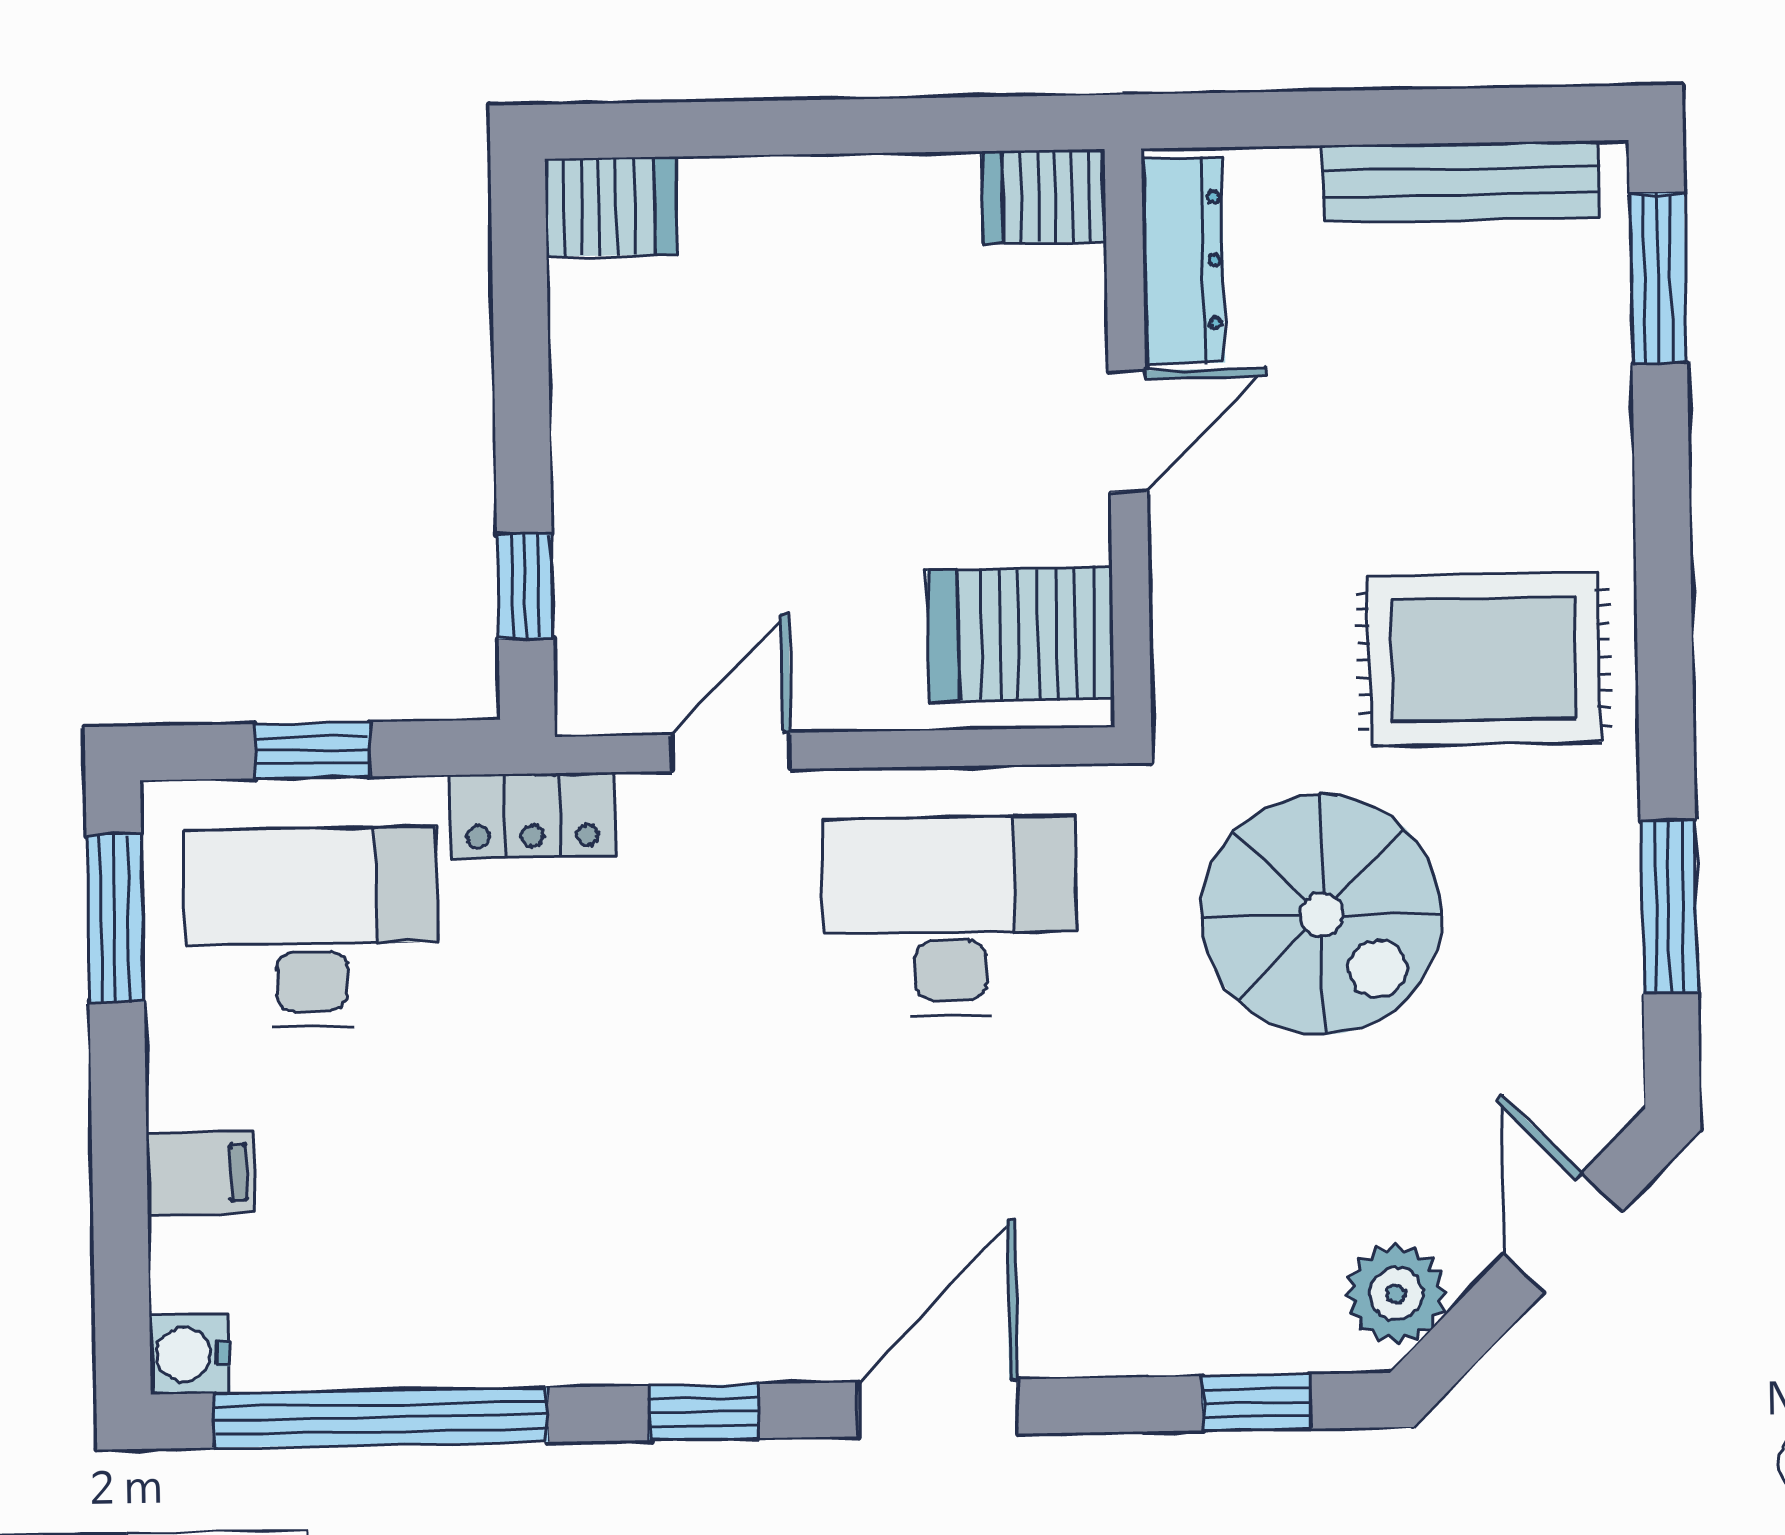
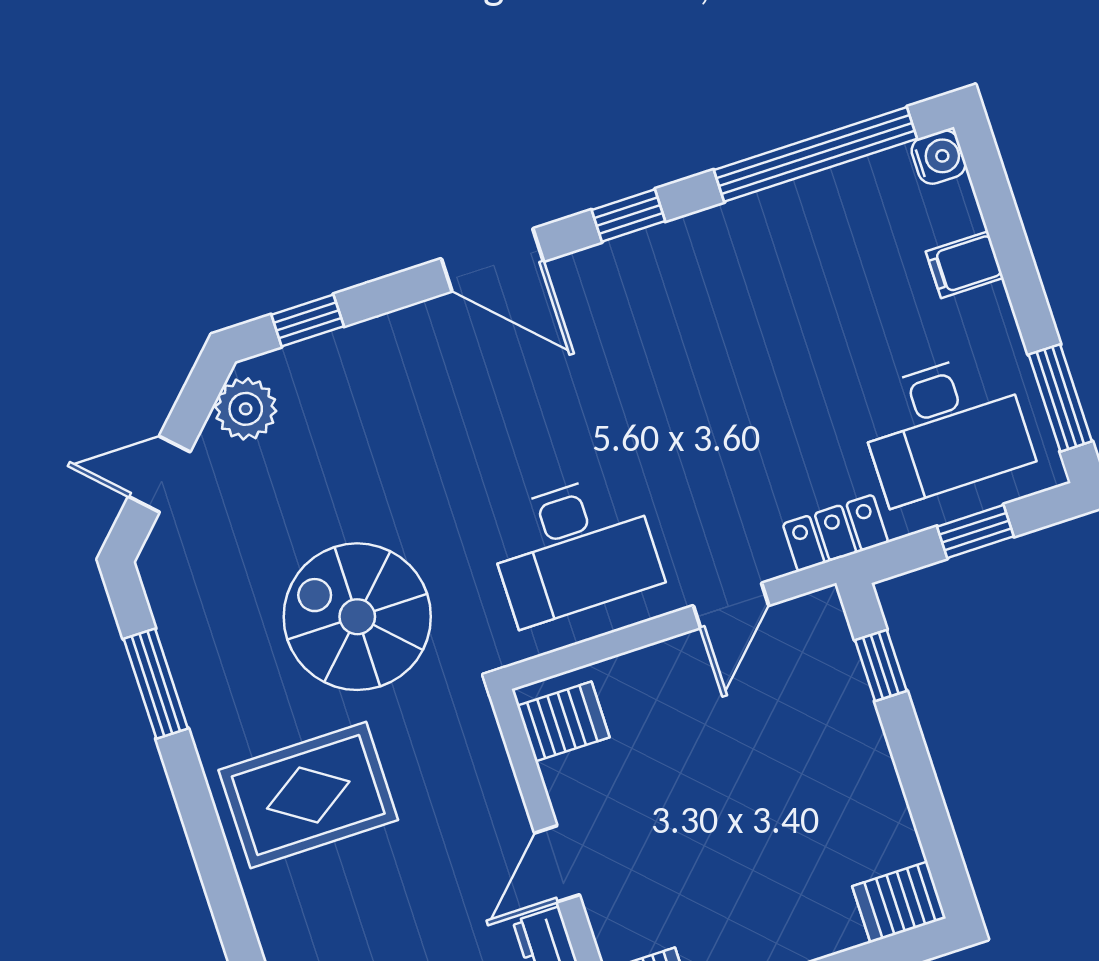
server rack: (1021, 634) -> (563, 722), width x0.73, depth x0.70
door: (1563, 1233) -> (159, 474), swing flipped
door: (938, 1408) -> (492, 260), hinge flipped

